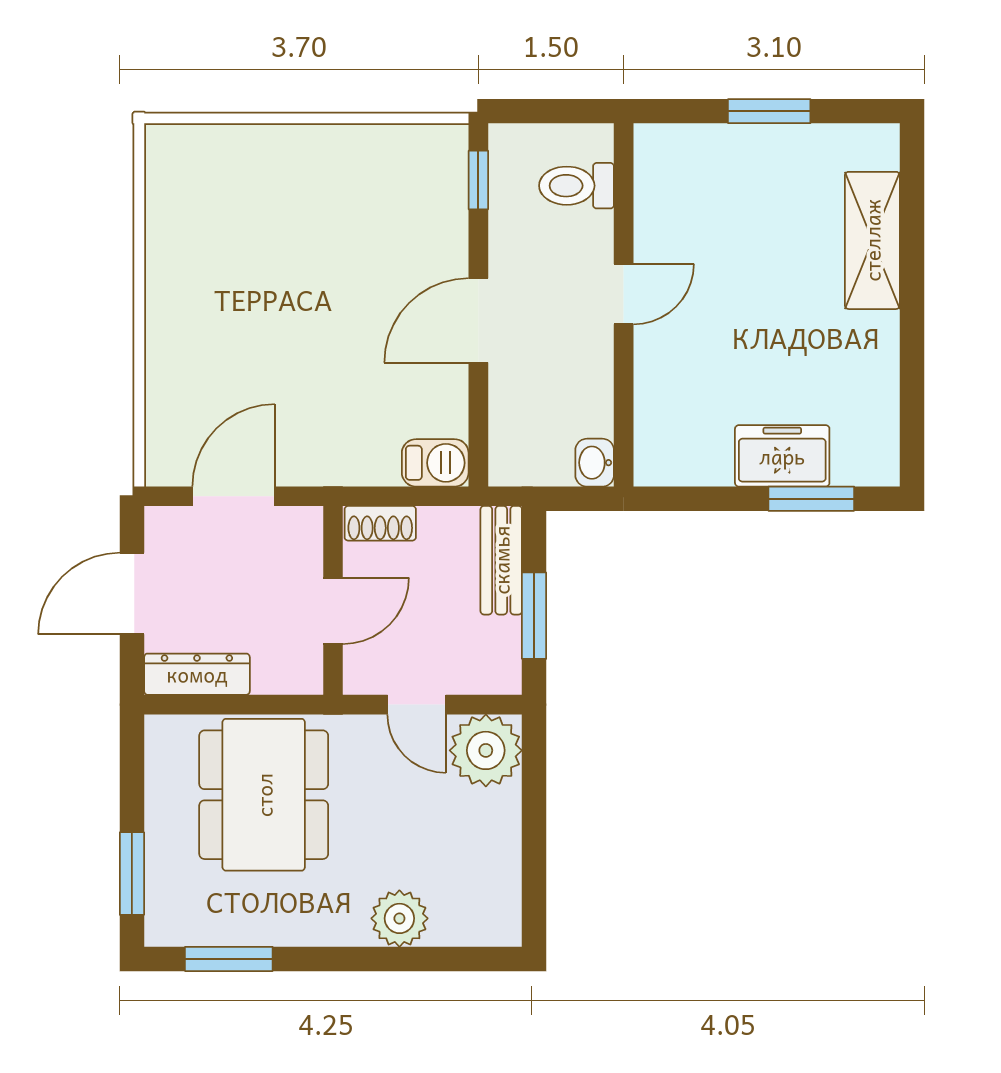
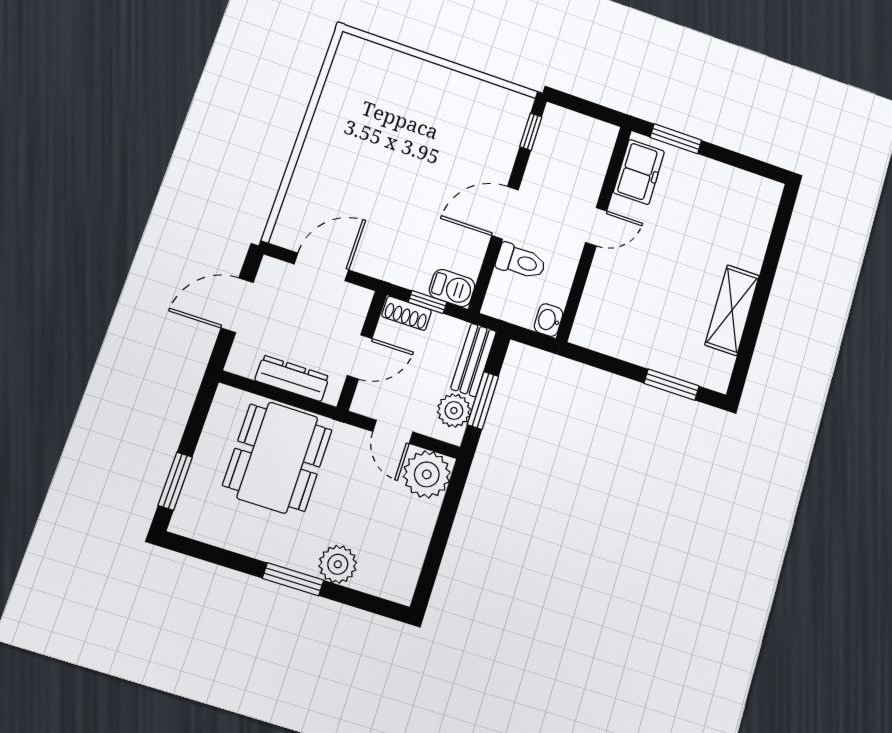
window: (769, 111) -> (676, 139), moved
toilet: (577, 186) -> (521, 261), moved, turned 180
shelving: (872, 240) -> (732, 310), moved
freezer: (782, 456) -> (639, 172), moved, turned 90
window: (406, 496) -> (428, 302), added
plant: (496, 644) -> (454, 411), added
dresser: (197, 674) -> (292, 378), moved
window: (229, 959) -> (293, 579), moved

